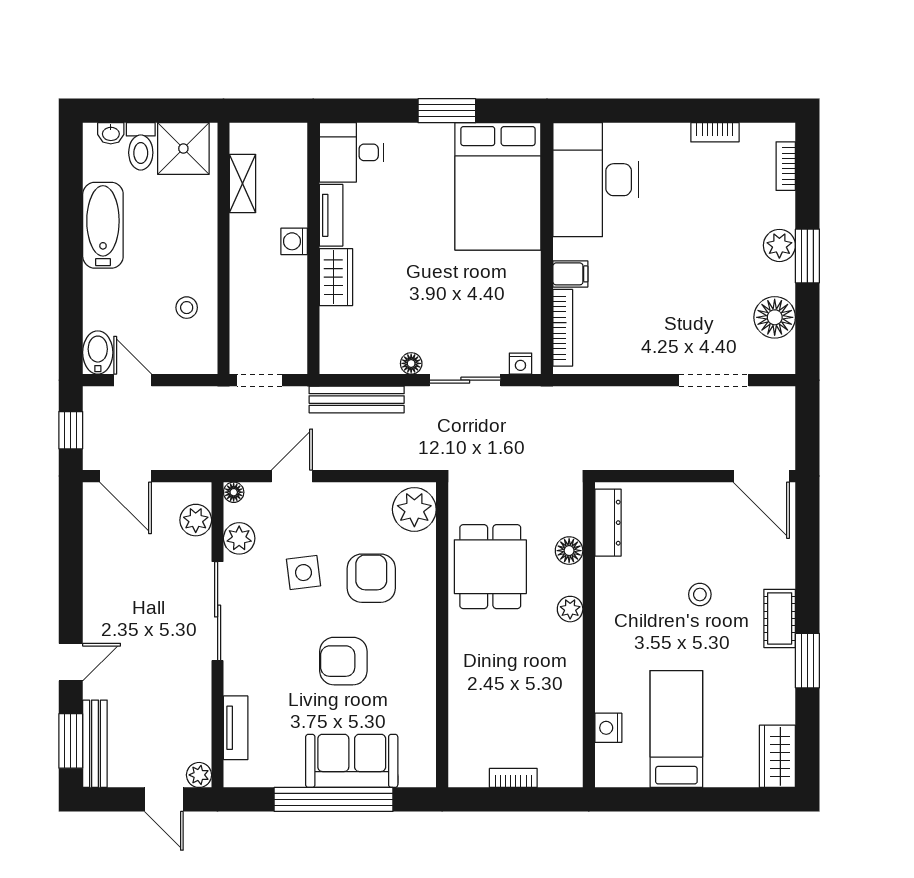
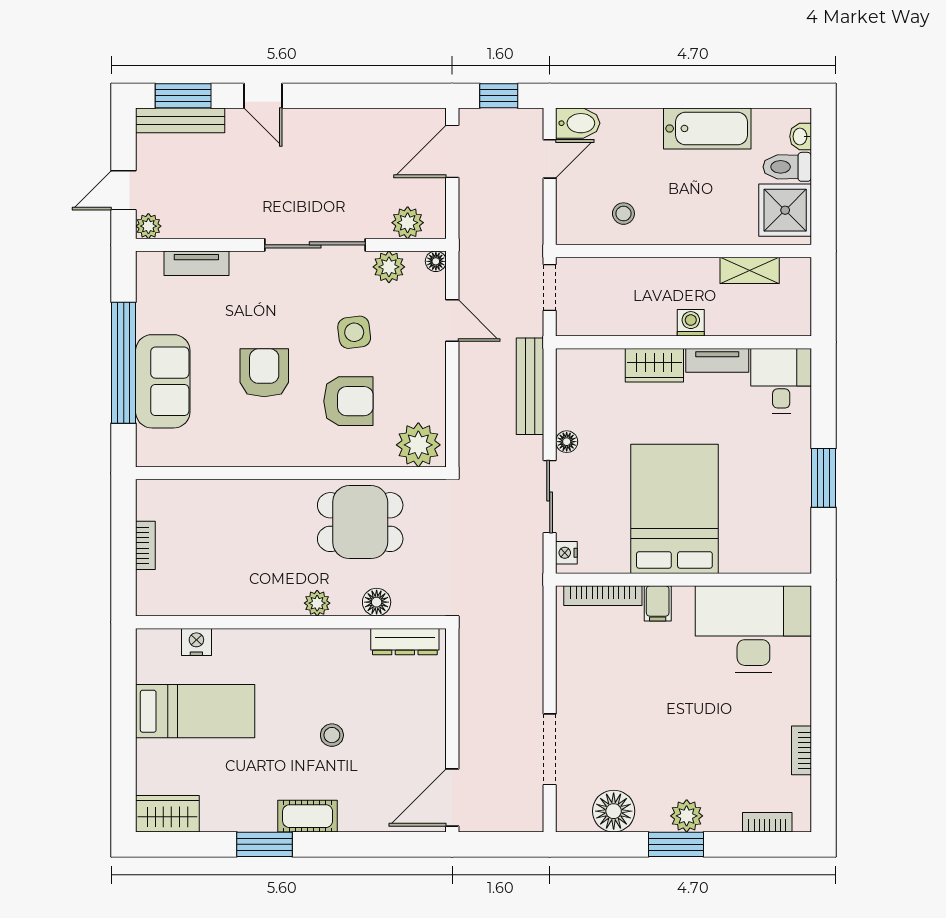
bed: (498, 186) -> (674, 509), moved, turned 90

